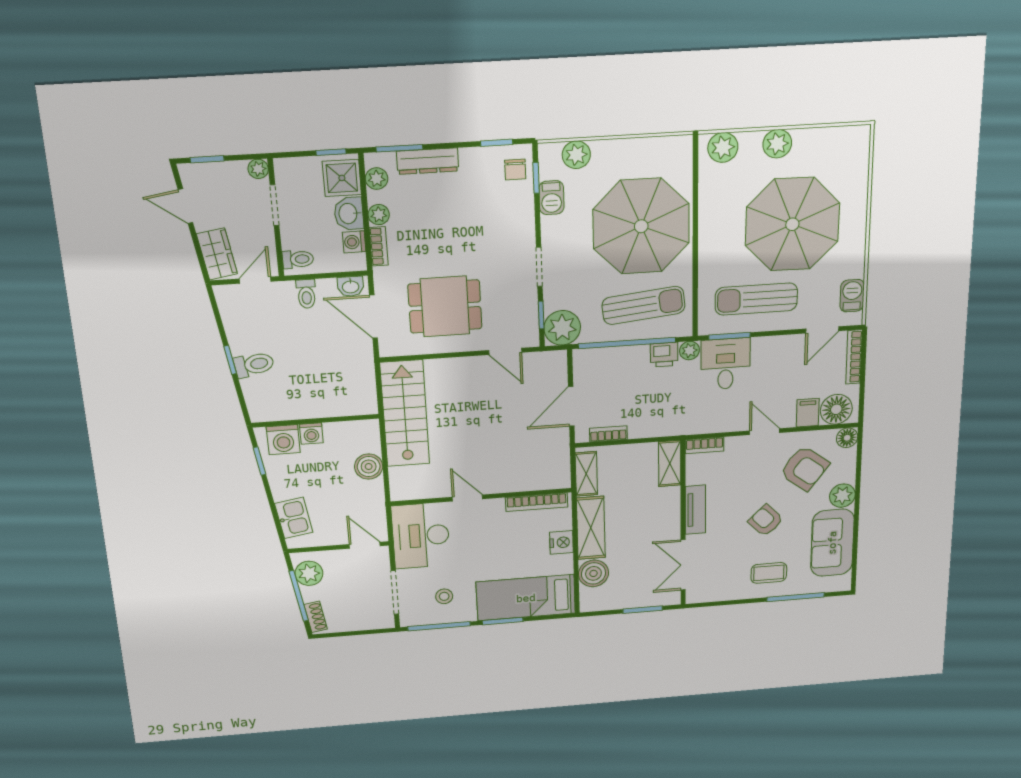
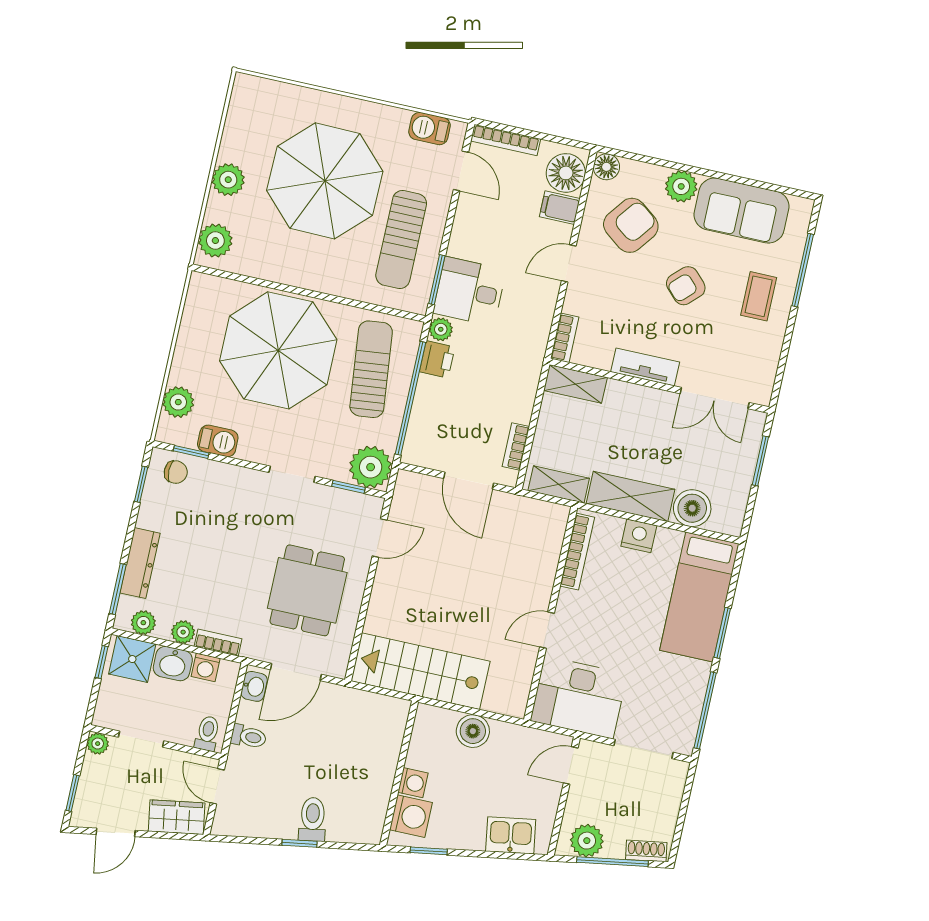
stool: (444, 596) -> (667, 693), removed

